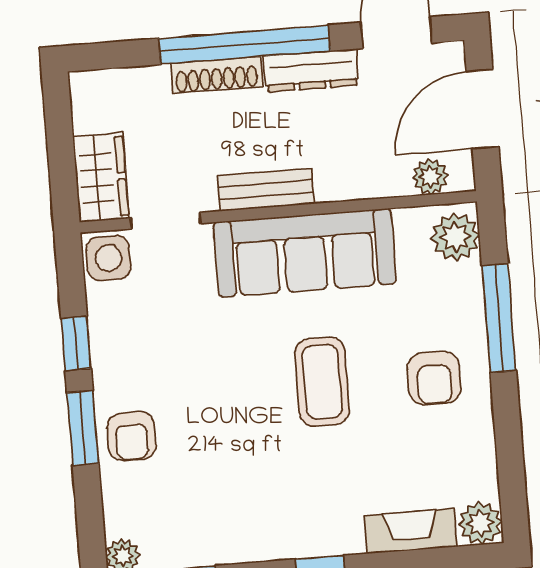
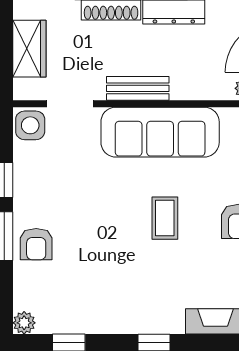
wardrobe: (101, 178) -> (29, 49), moved
coffee table: (322, 382) -> (165, 218), width x0.73, depth x0.77

